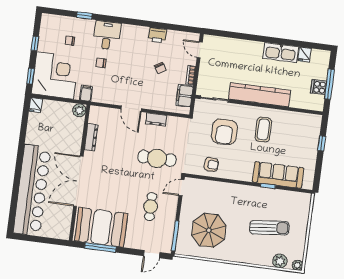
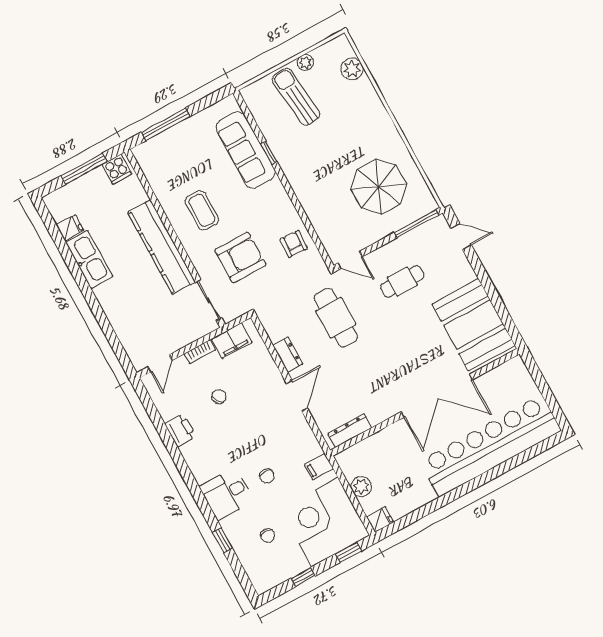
cooker: (319, 87) -> (117, 169), moved
plant: (79, 110) -> (361, 487), moved
coffee table: (263, 130) -> (202, 210), turned 90
dresser: (91, 137) -> (350, 431), moved
window: (322, 143) -> (166, 124), width x2.17
sun lounger: (269, 228) -> (296, 97), moved
window: (100, 247) -> (500, 307), removed
plant: (297, 265) -> (305, 62), moved

